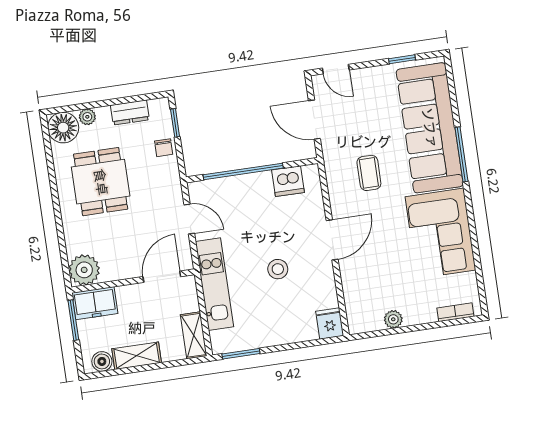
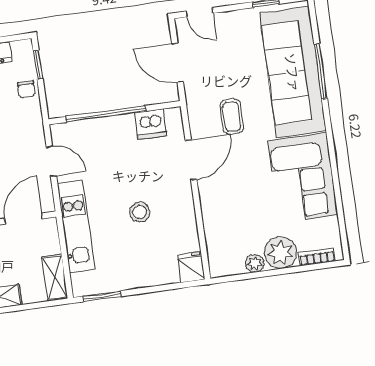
window: (461, 154) -> (321, 71), moved
door: (332, 240) -> (191, 160), moved
plant: (419, 309) -> (280, 253), added

